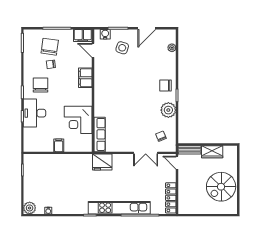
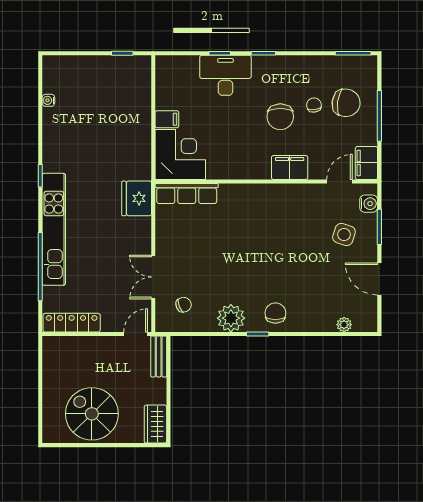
chair: (40, 85) -> (280, 117), moved, turned 90
corner desk: (78, 120) -> (180, 155), moved, turned 90
wardrobe: (212, 152) -> (155, 424), moved
plant: (30, 208) -> (53, 66), removed

